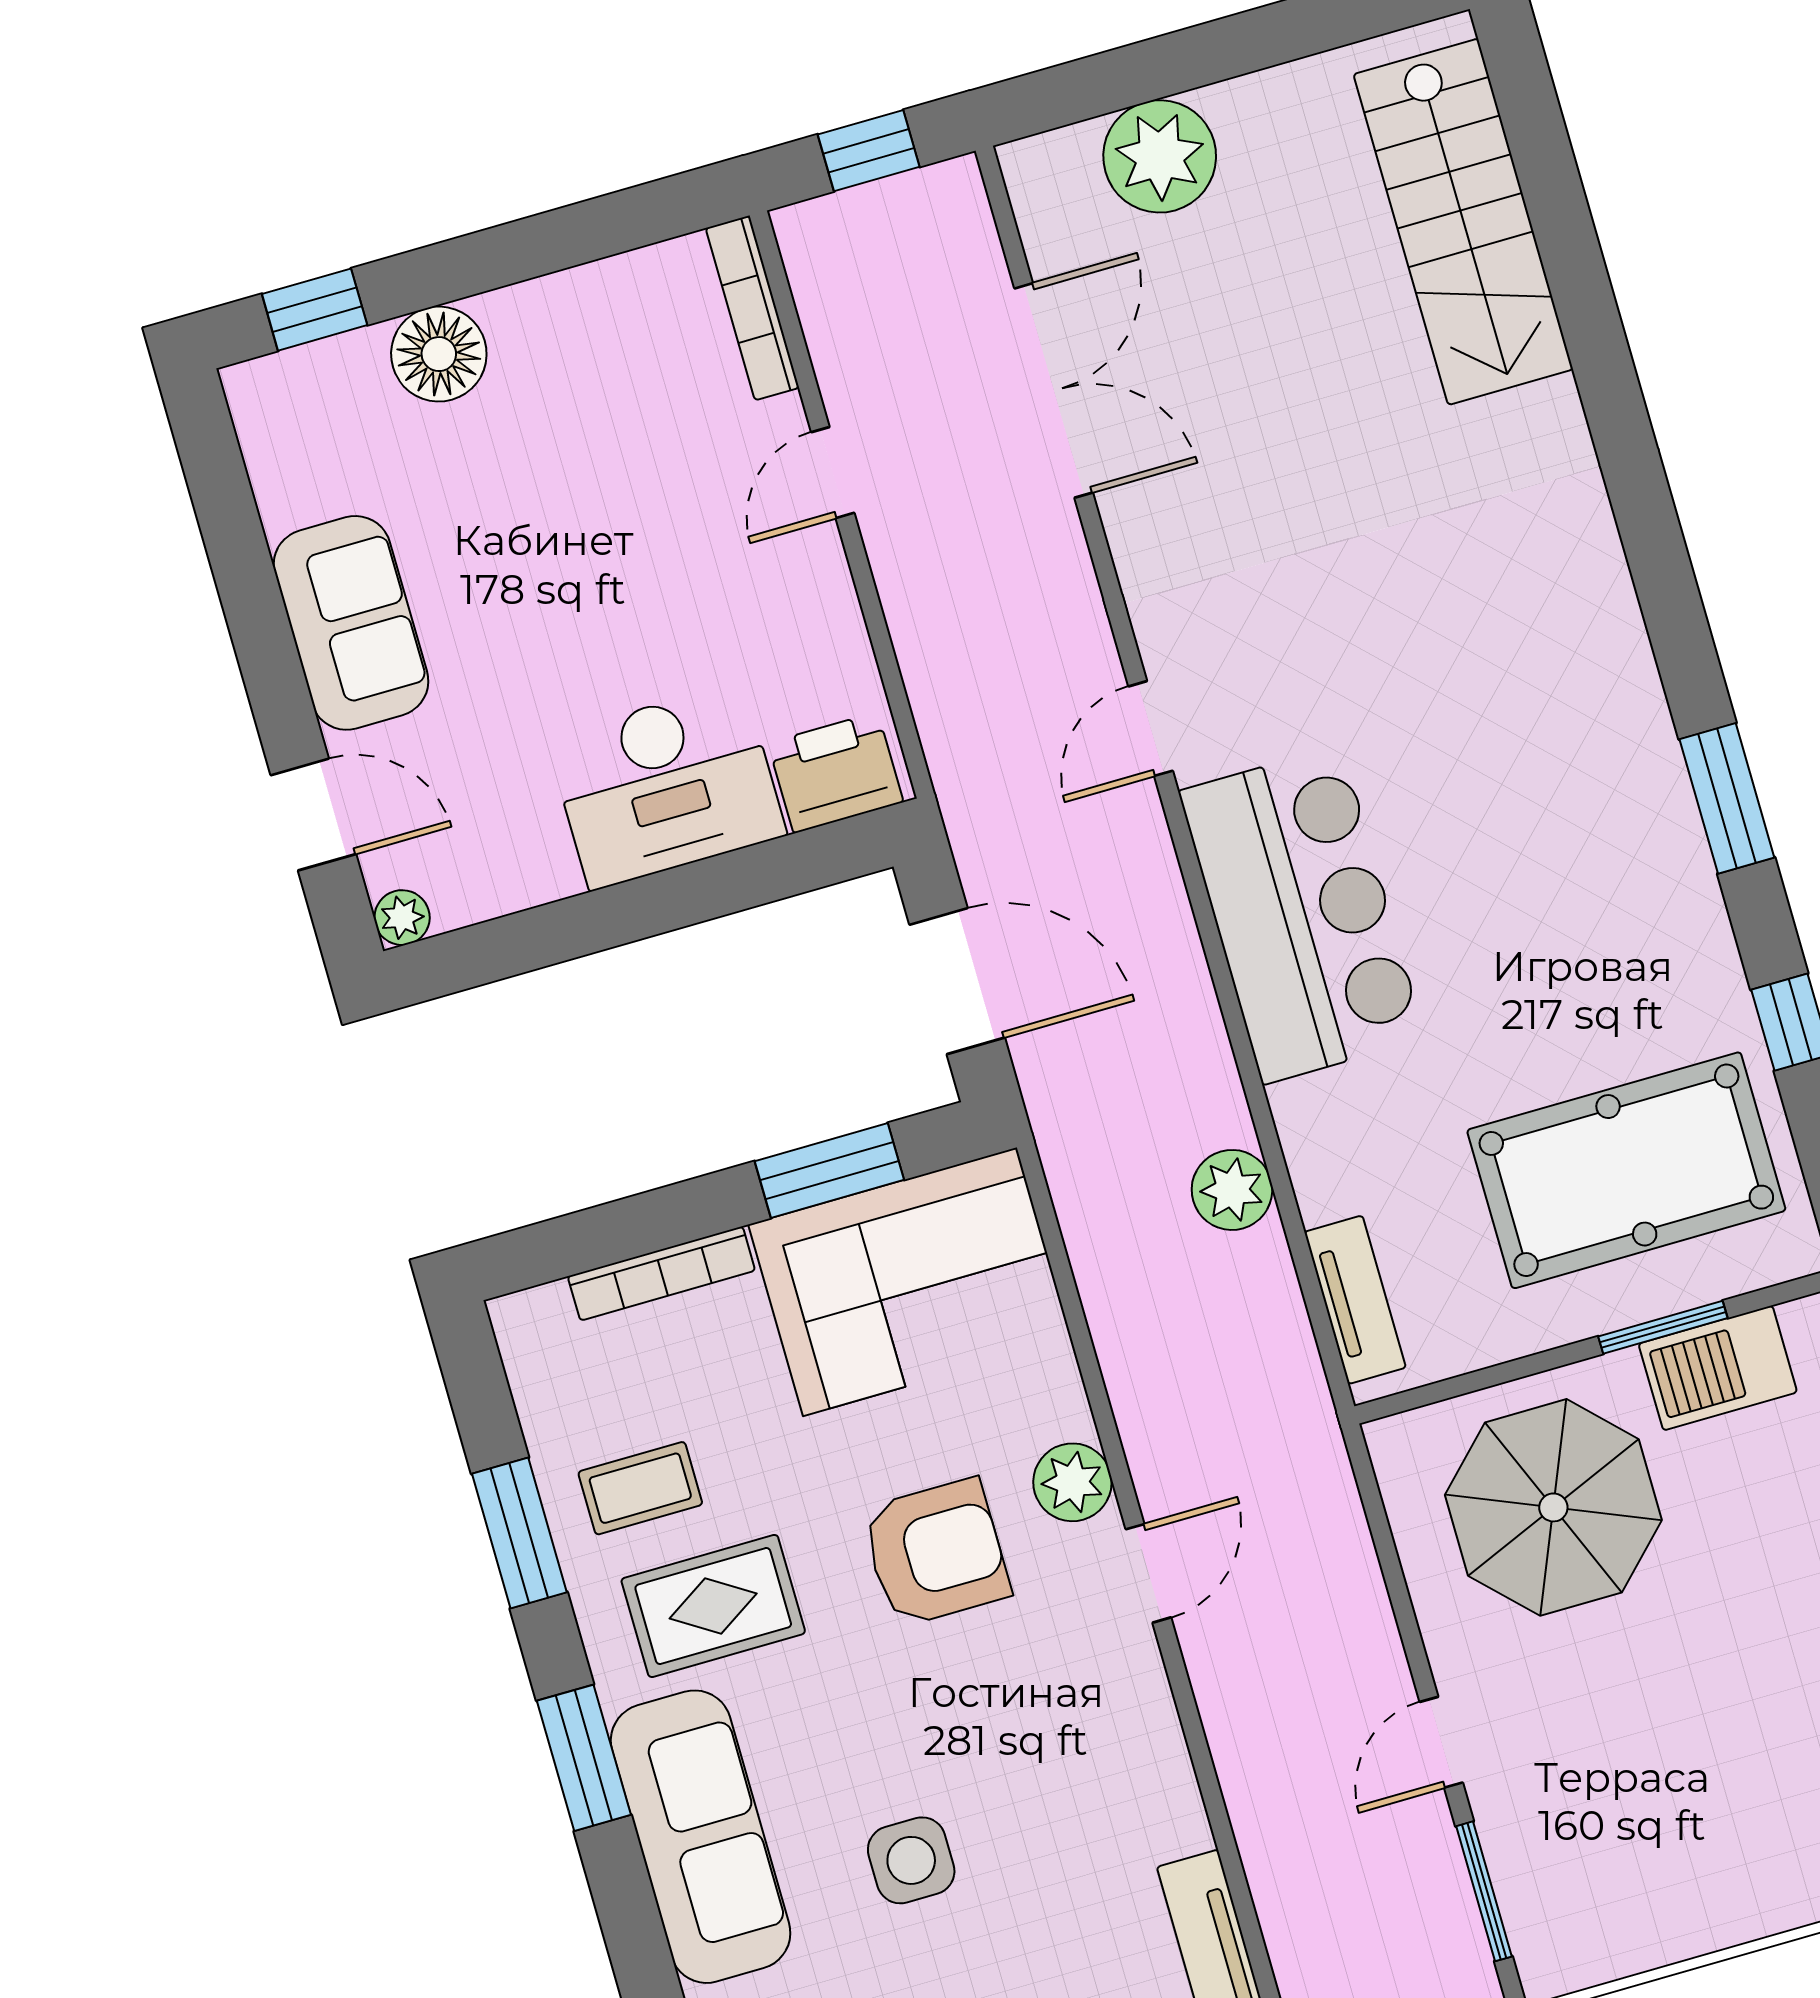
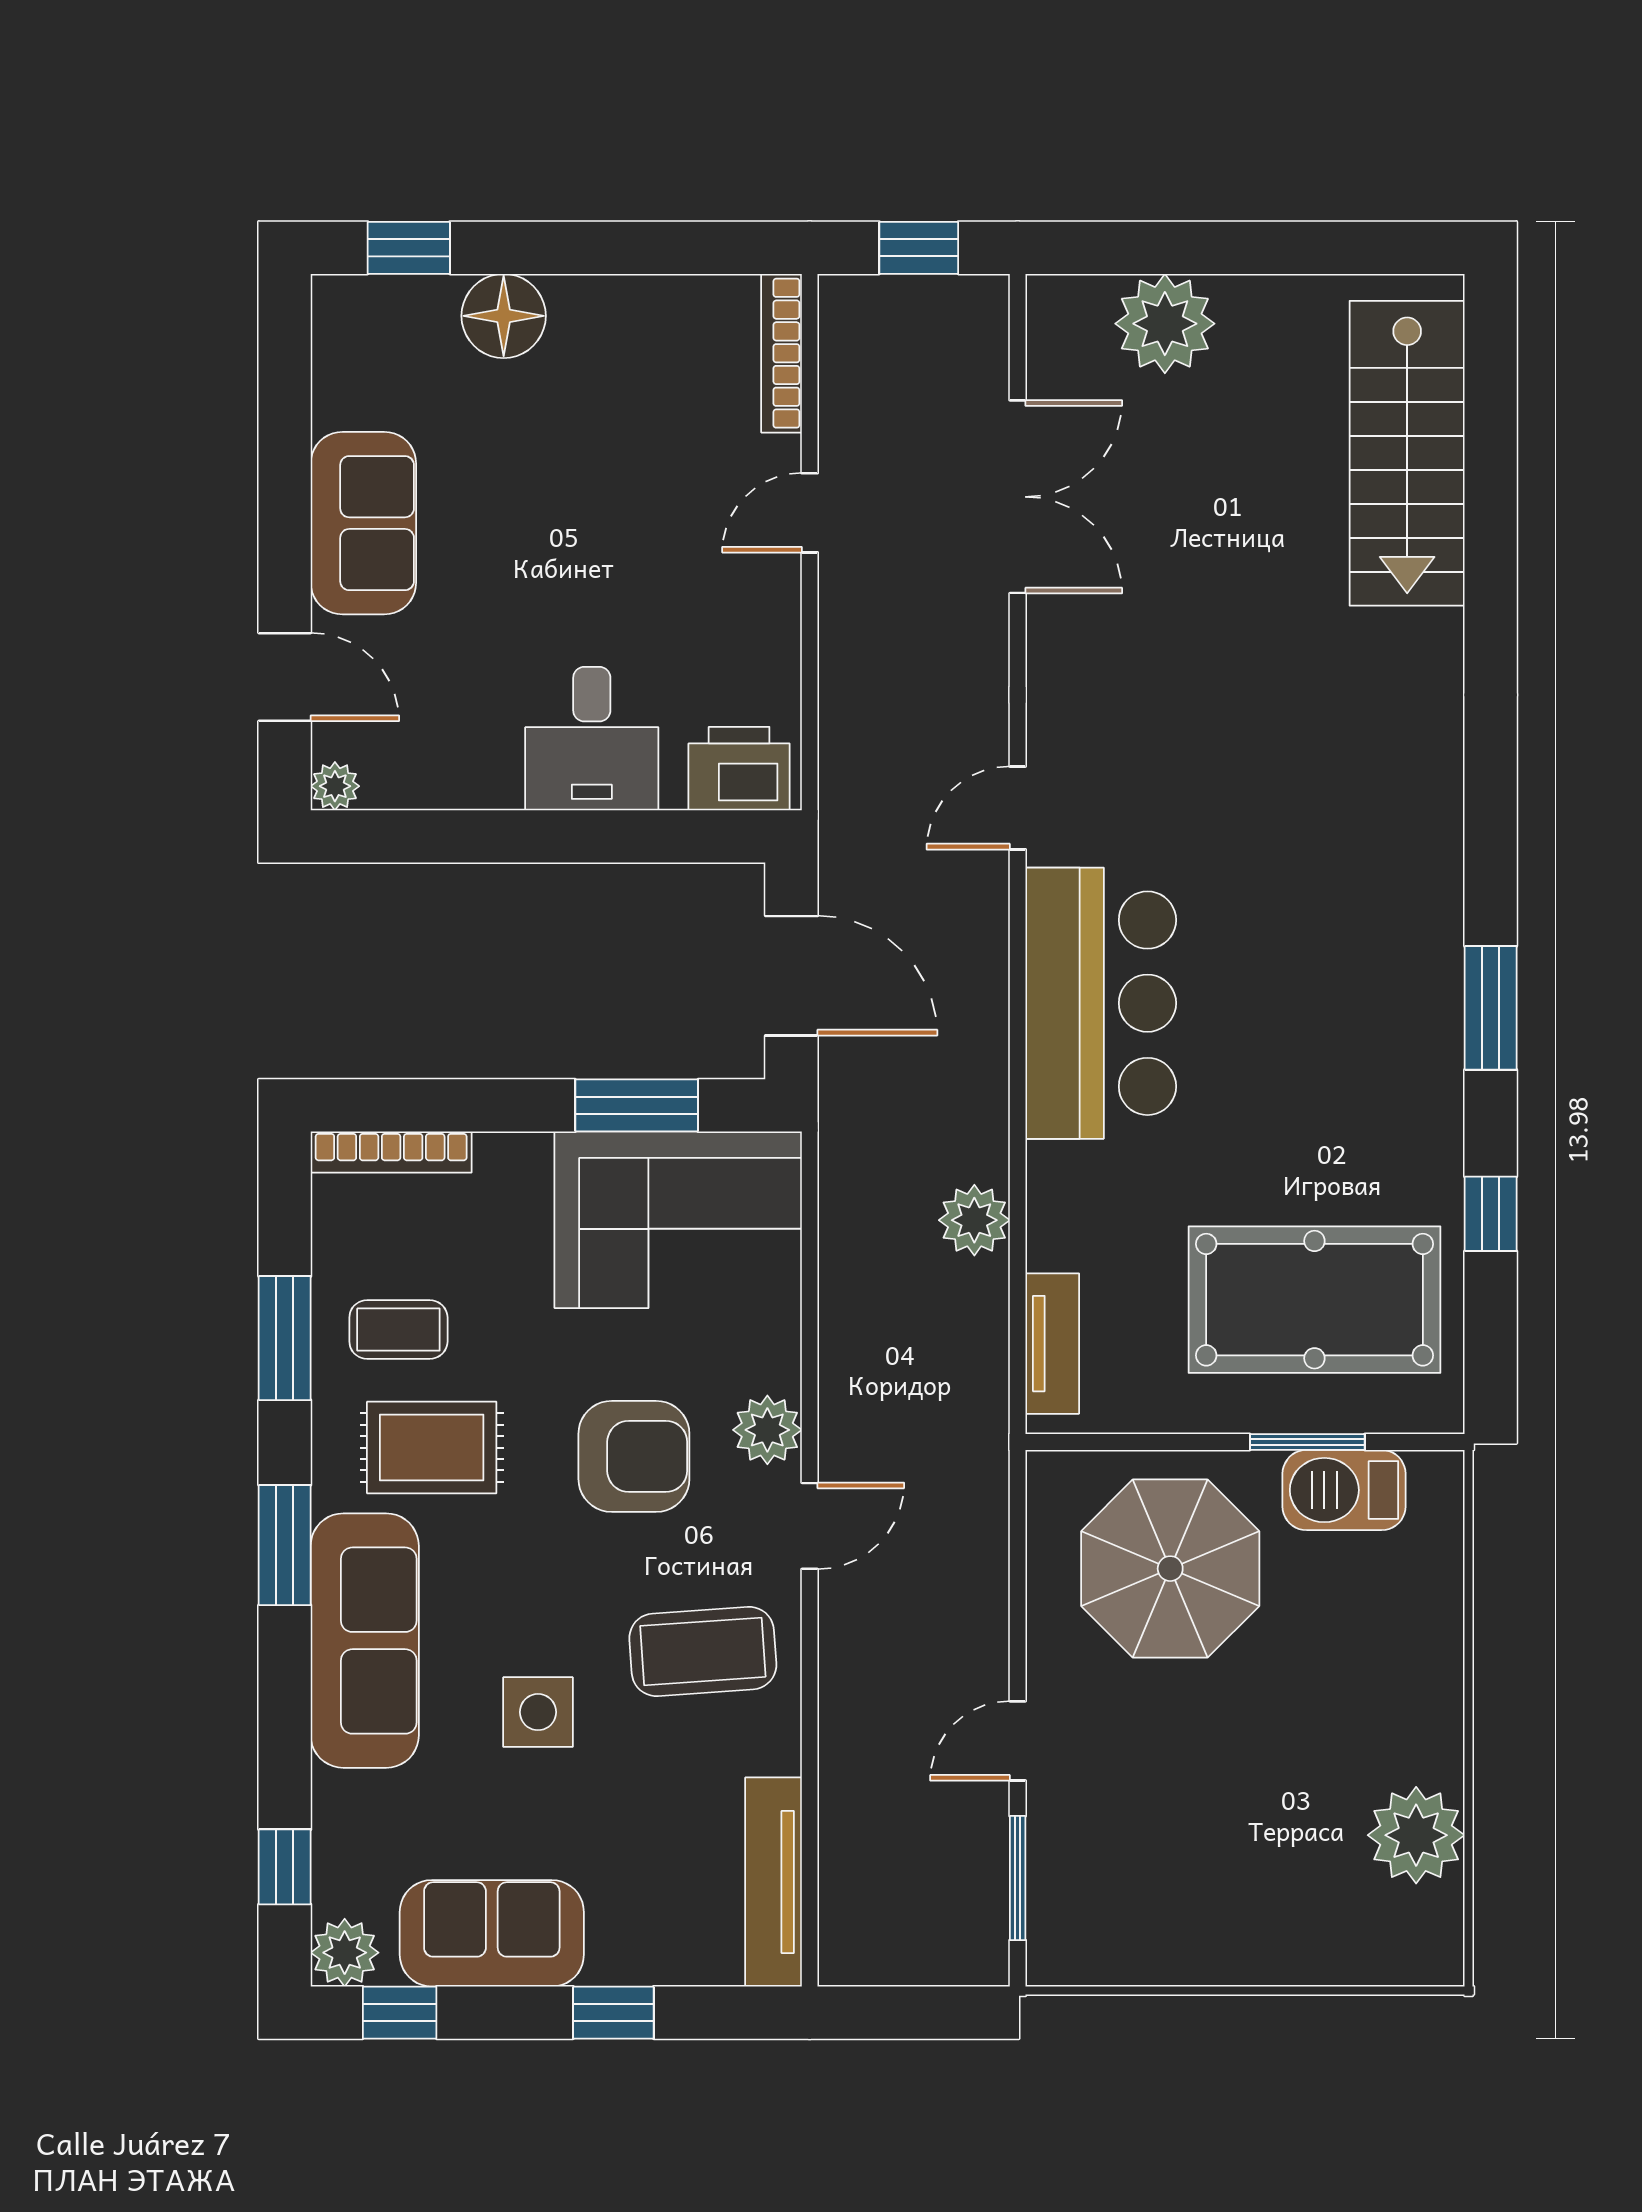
desk: (666, 786) -> (592, 739), width x0.73
bookcase: (661, 1273) -> (391, 1152), moved
coffee table: (1071, 1743) -> (703, 1651), added

